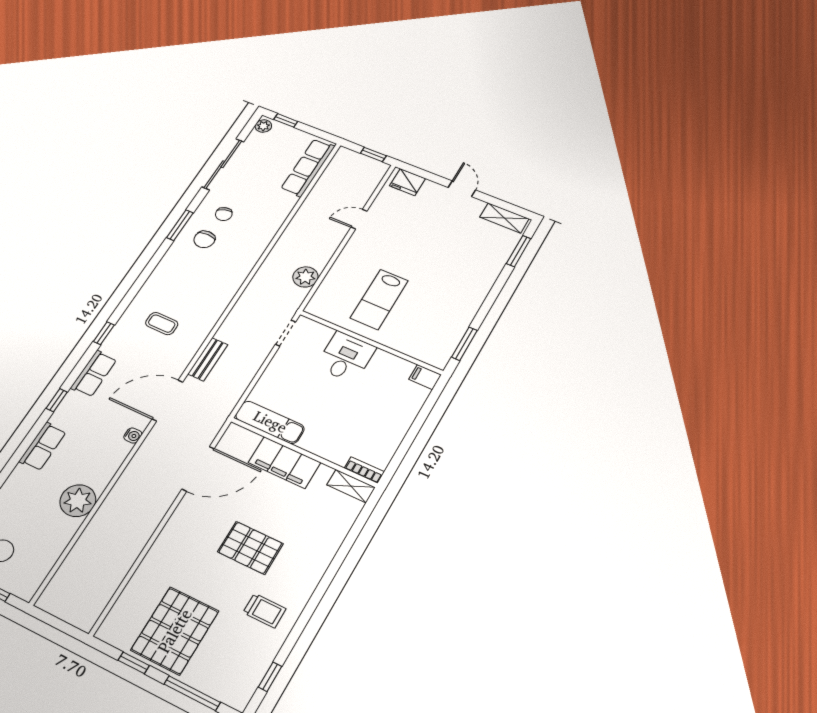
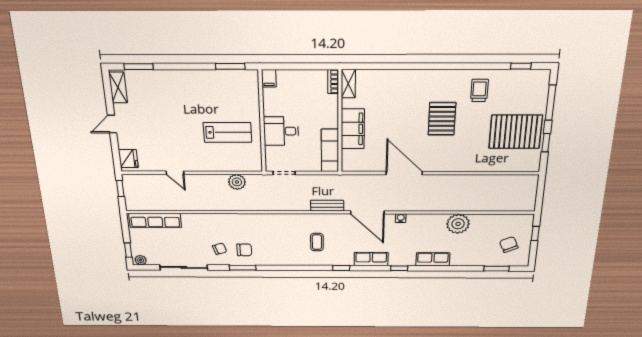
exam couch: (270, 422) -> (330, 151), moved
wall: (303, 452) -> (340, 122), moved
filing cabinet: (284, 462) -> (353, 129), moved
bookcase: (364, 470) -> (333, 82), moved
shelving: (351, 486) -> (348, 84), moved

